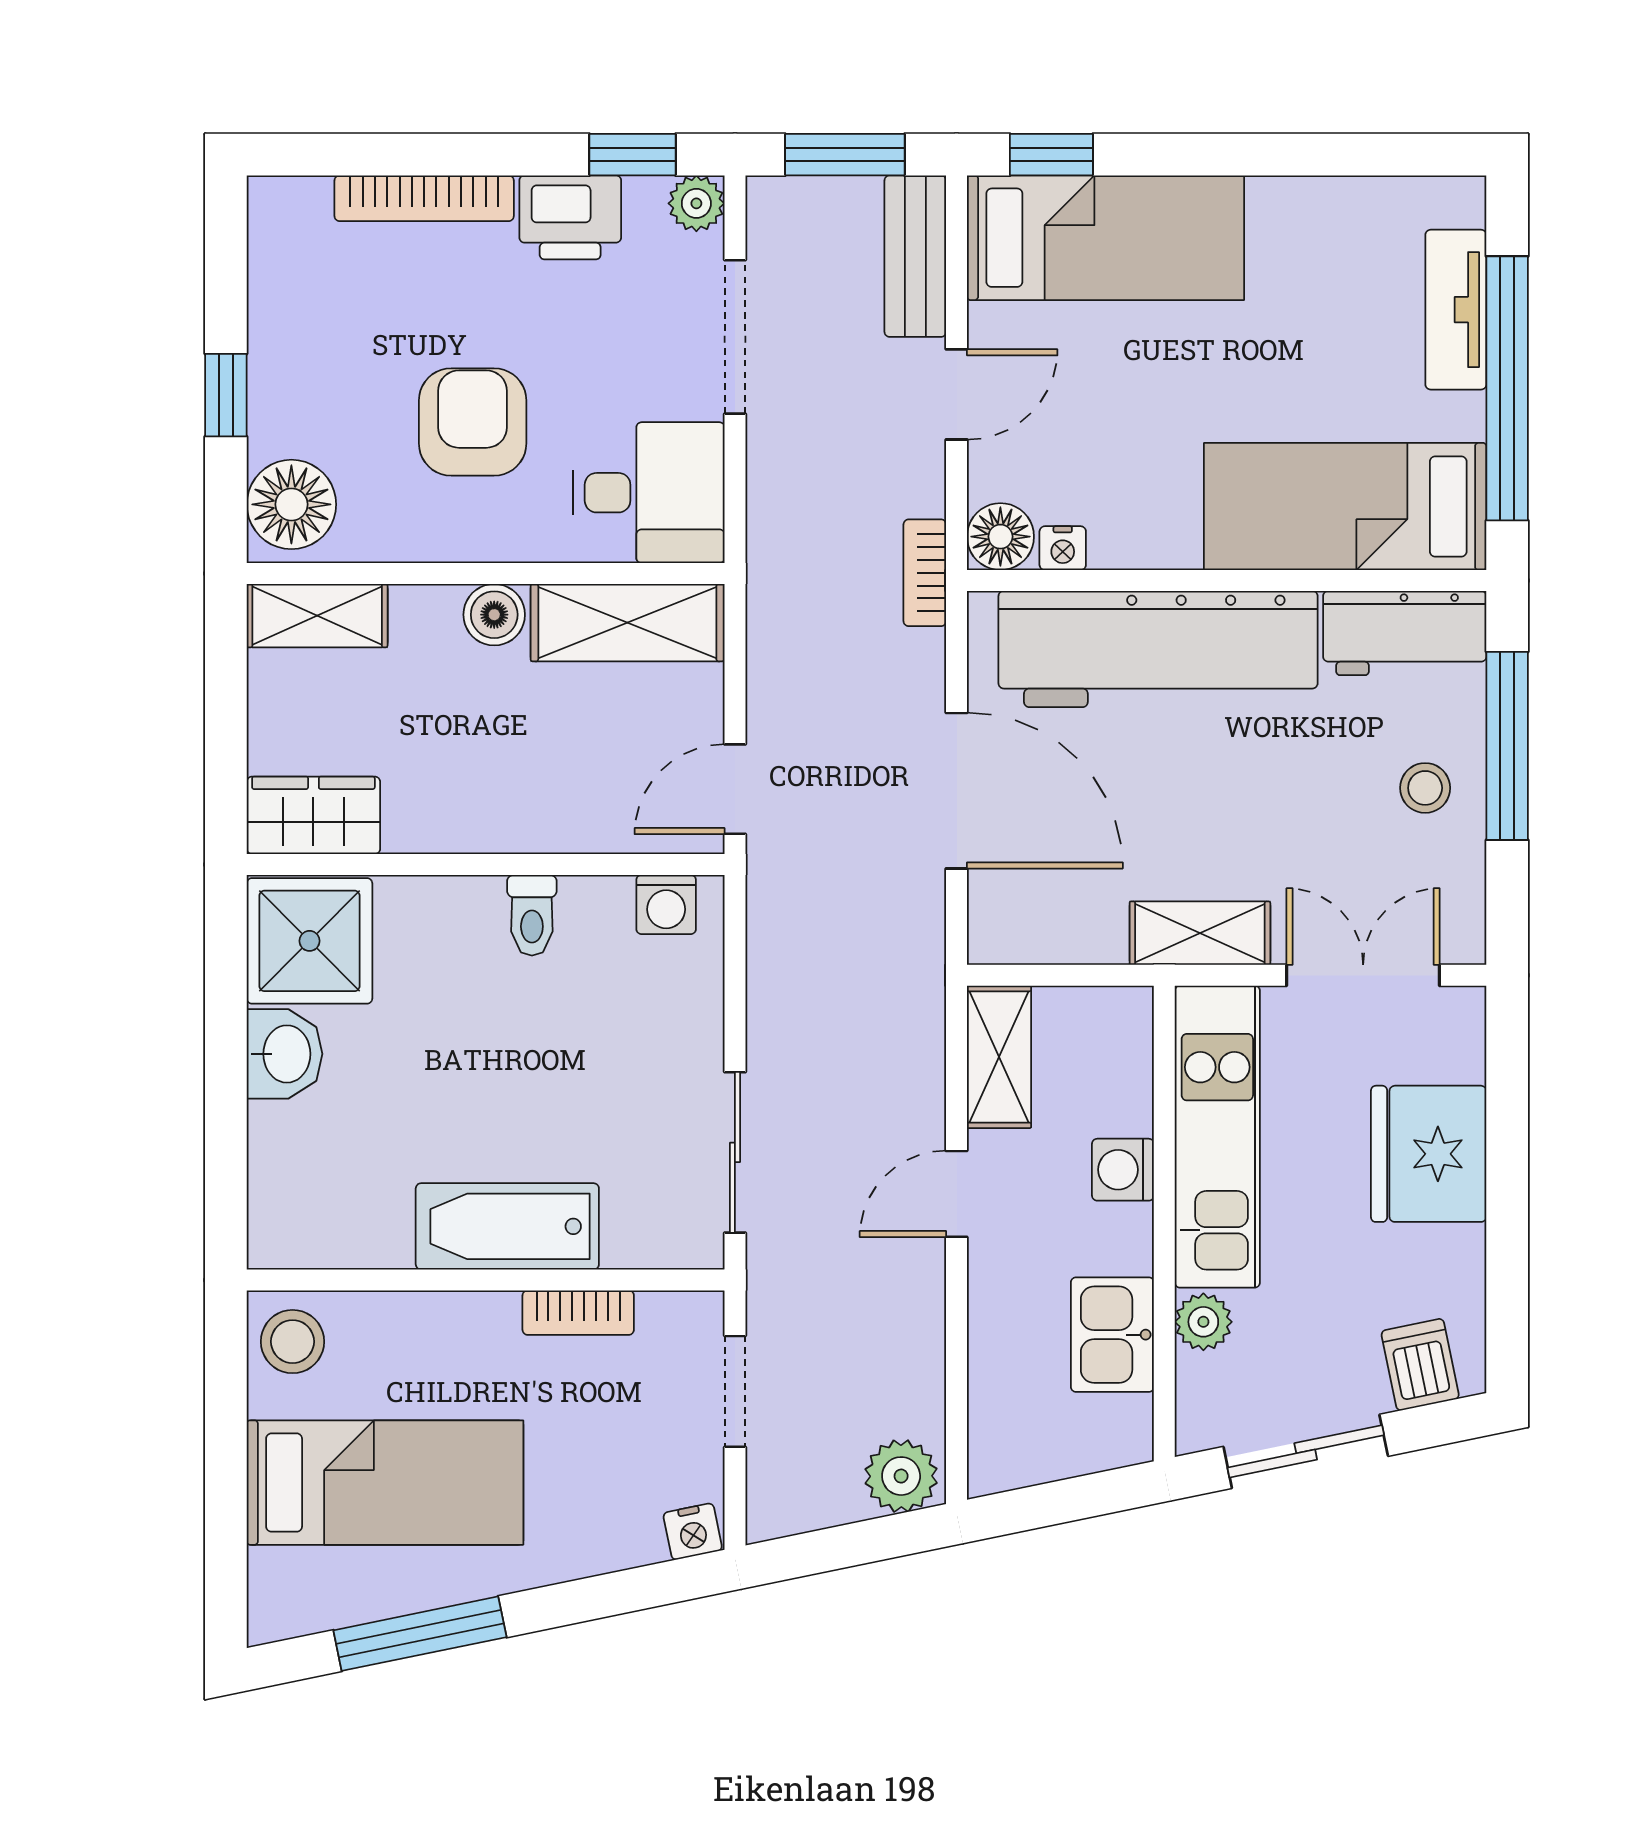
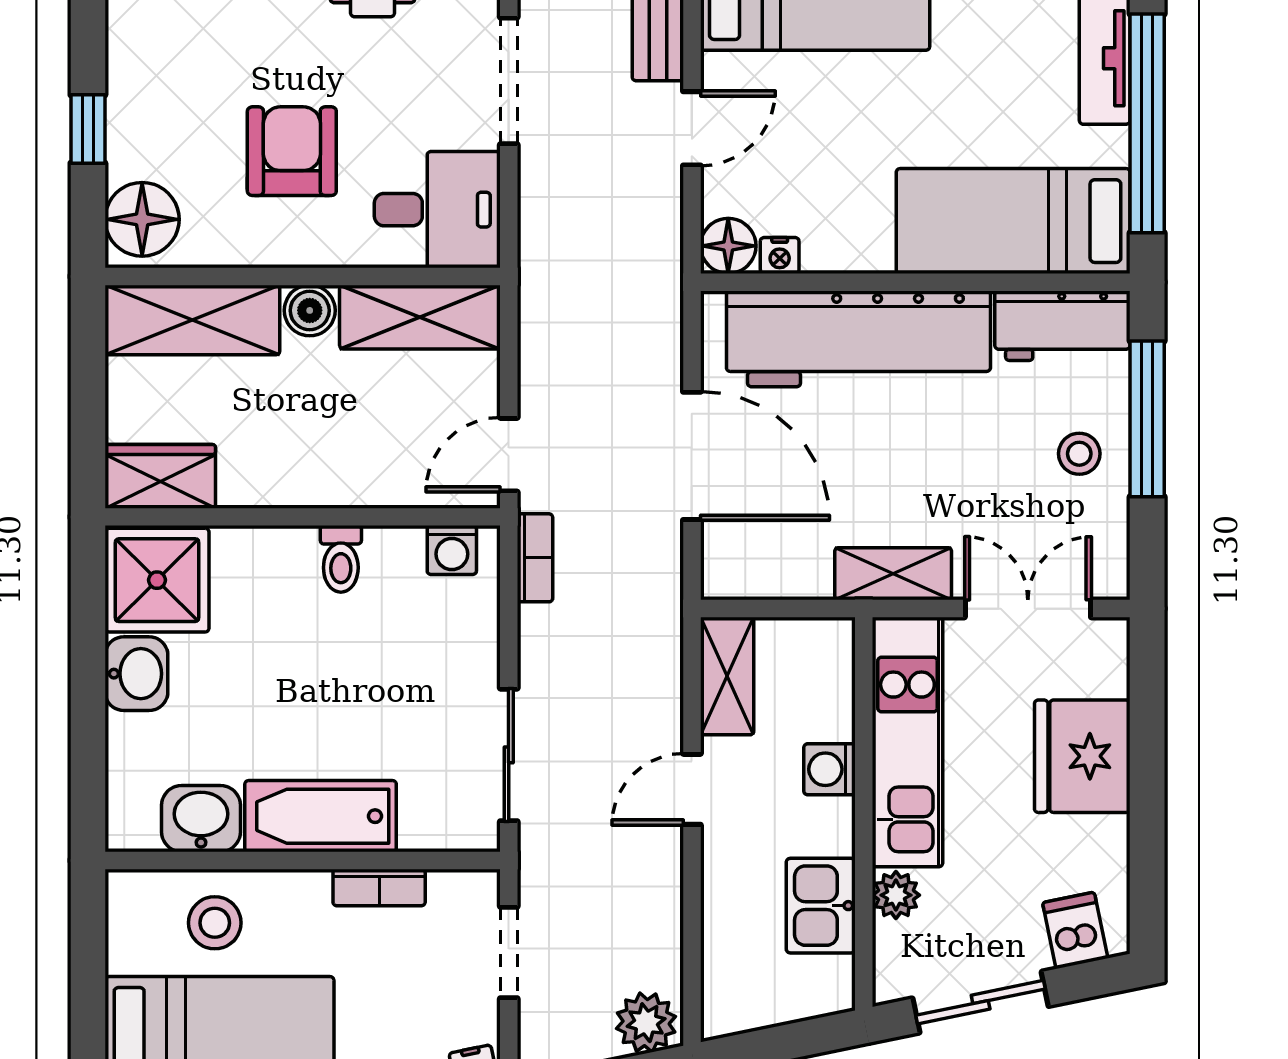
bookcase: (925, 573) -> (535, 558), moved, turned 180
shelving: (317, 616) -> (192, 320), width x1.50, depth x1.33
washbasin: (363, 1229) -> (201, 819), added
stool: (292, 1342) -> (215, 923), moved

